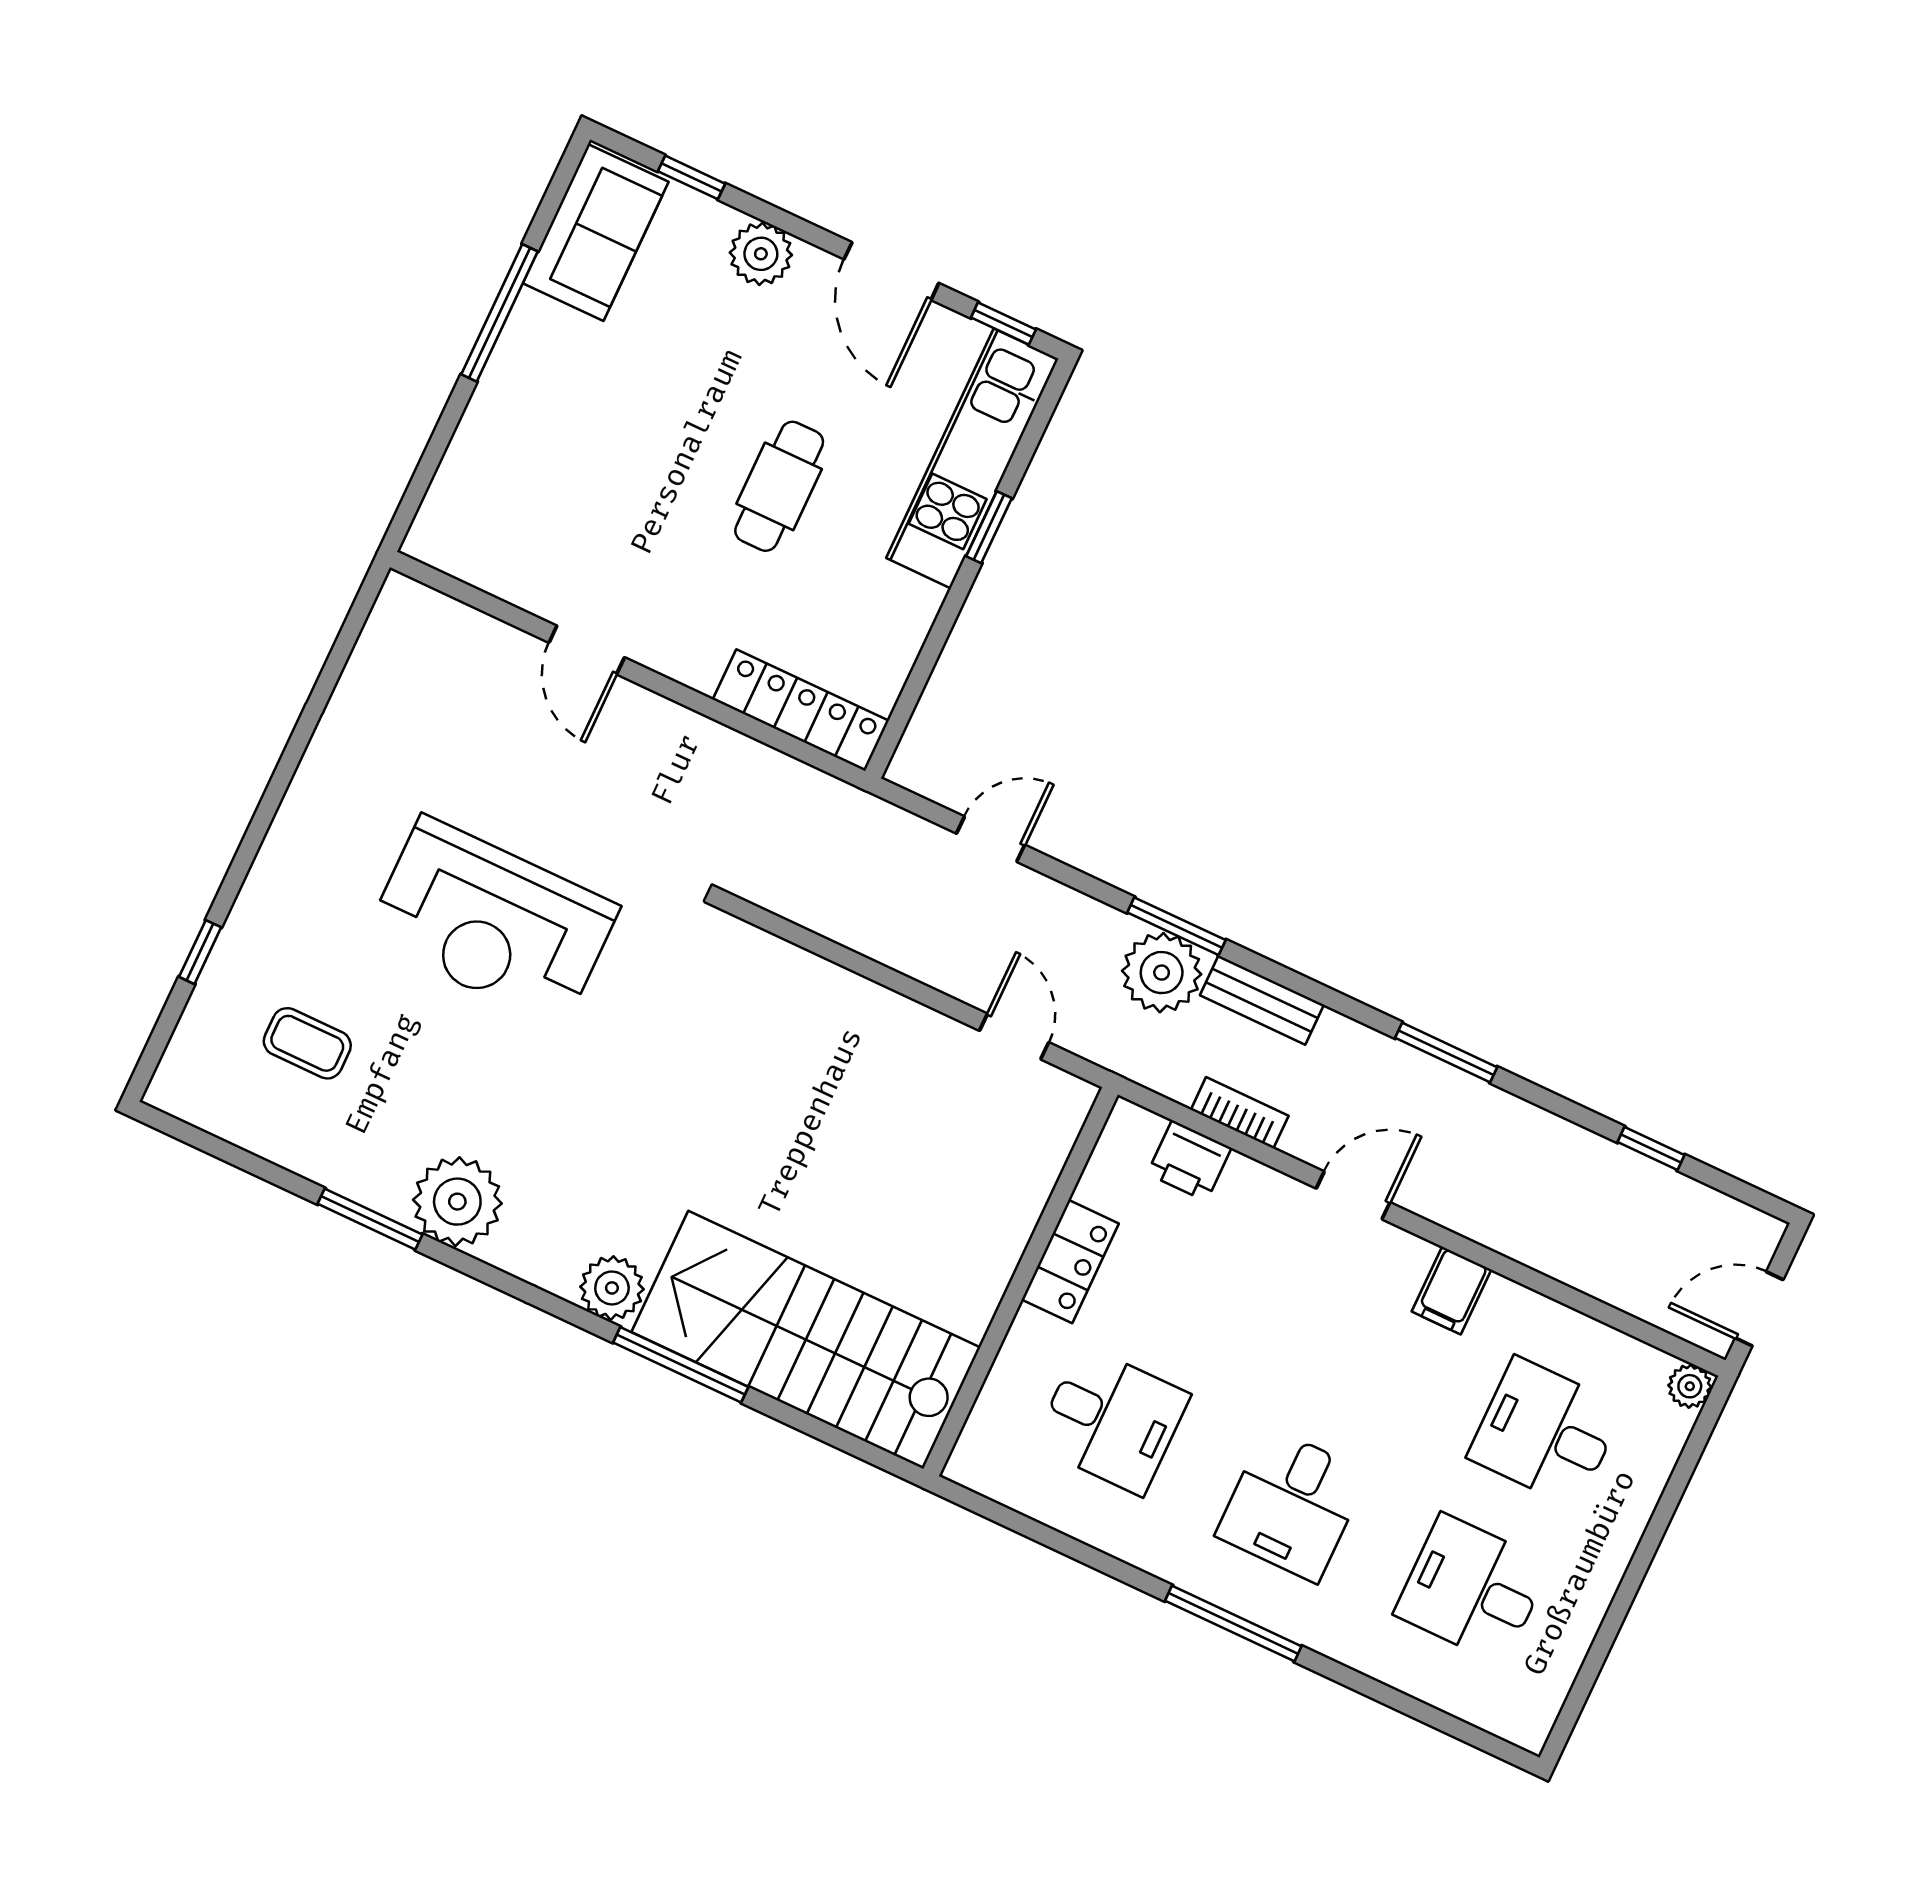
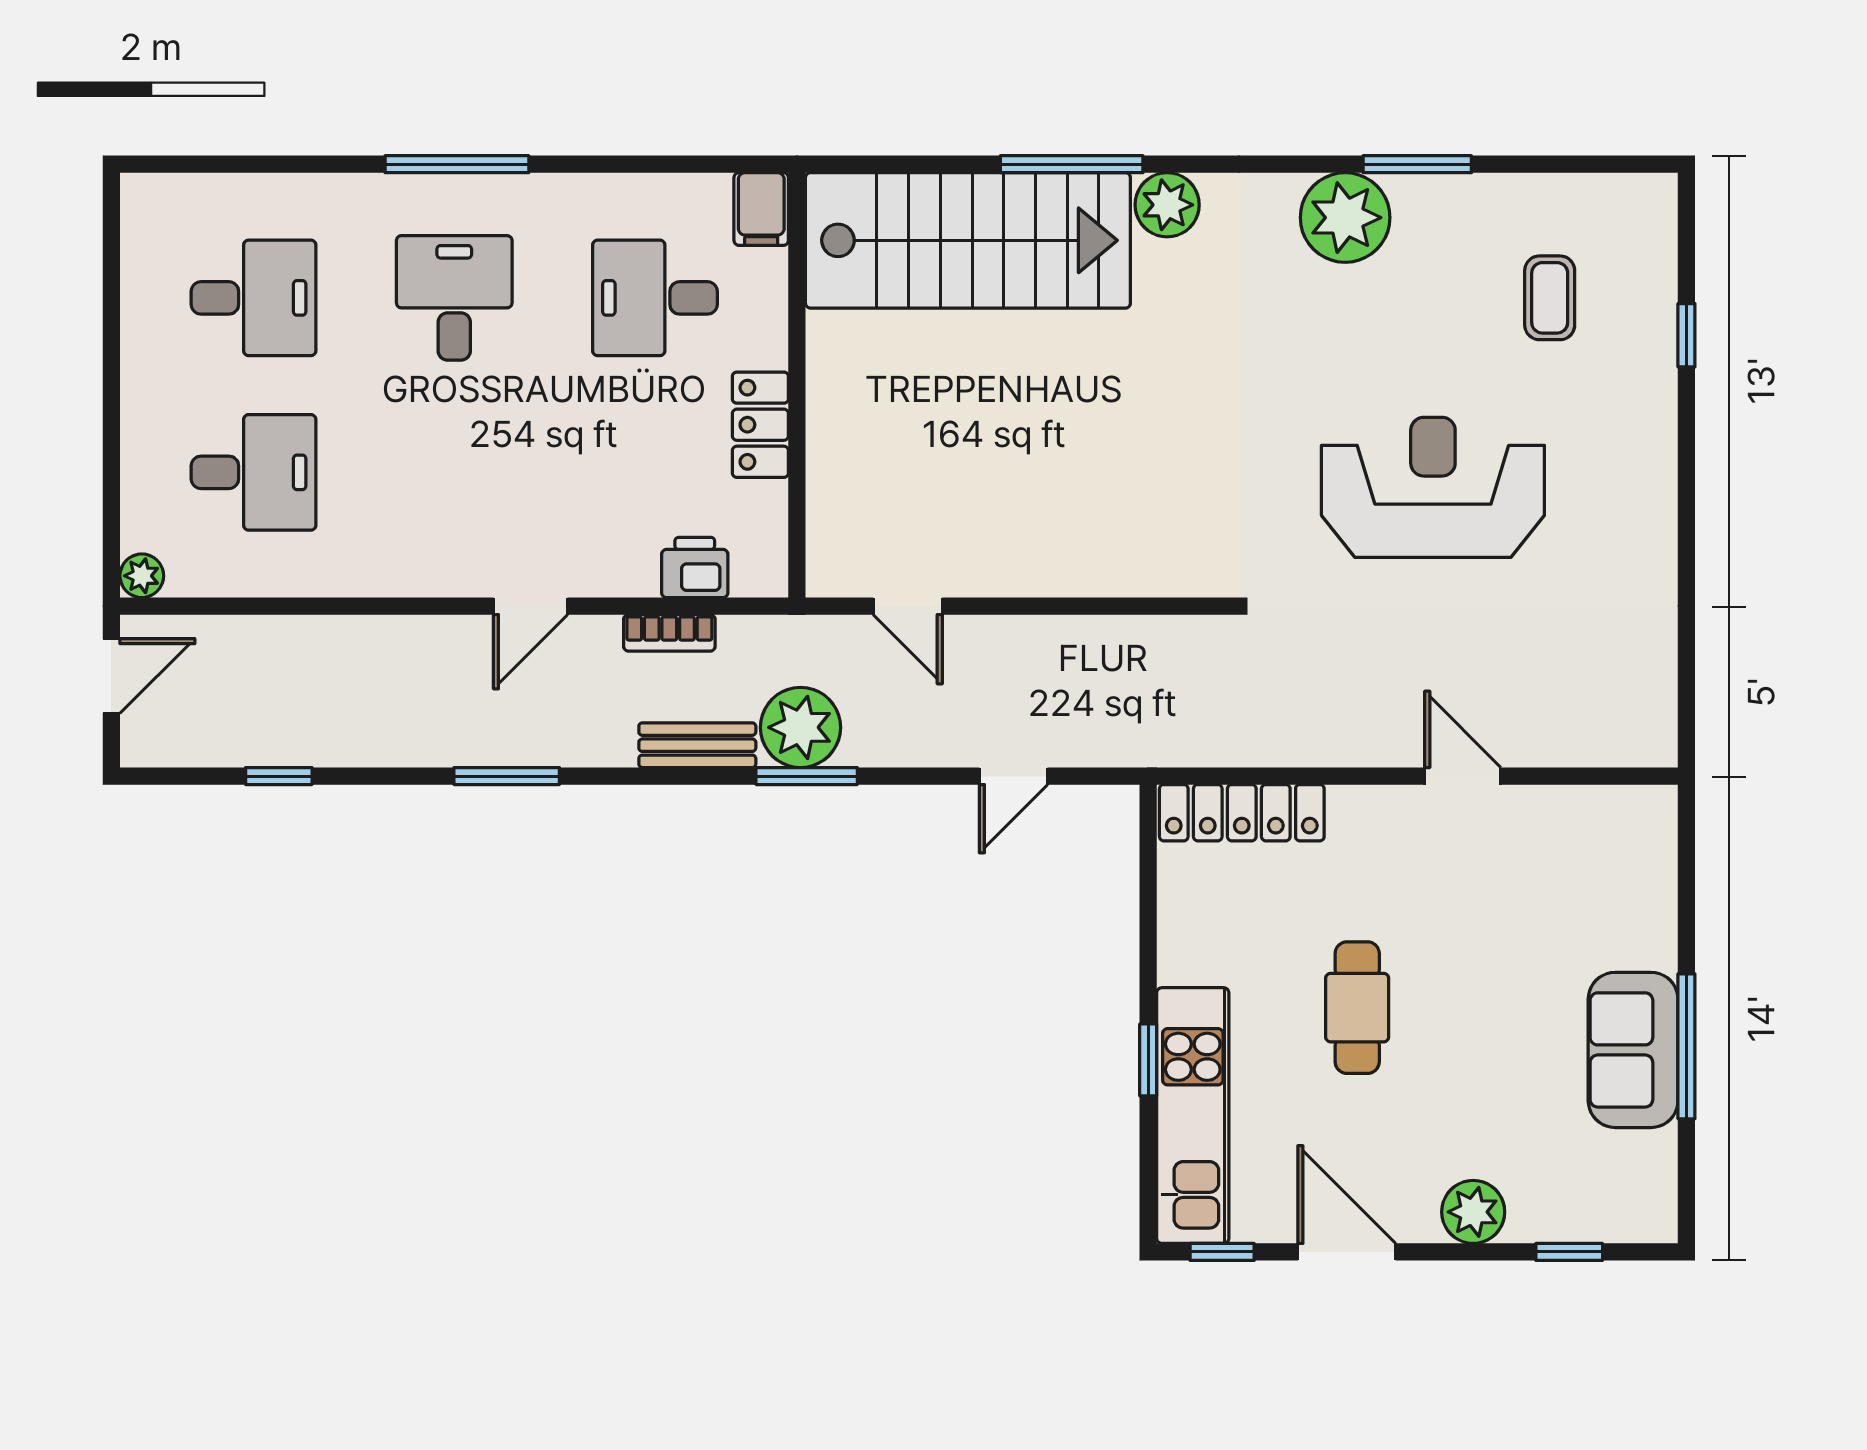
sofa: (596, 232) -> (1633, 1050), moved
coffee table: (307, 1043) -> (1550, 298), turned 90
filing cabinet: (1452, 1291) -> (761, 209), moved, turned 180

